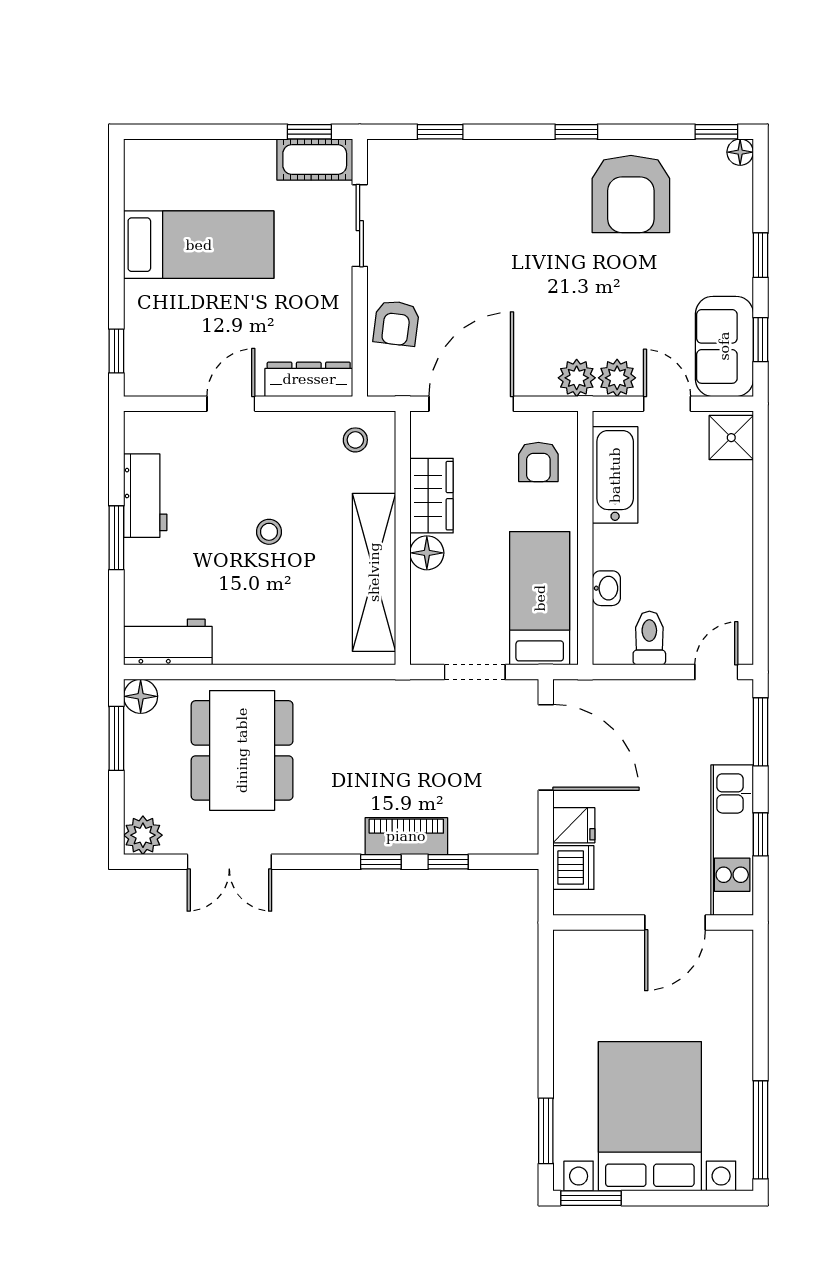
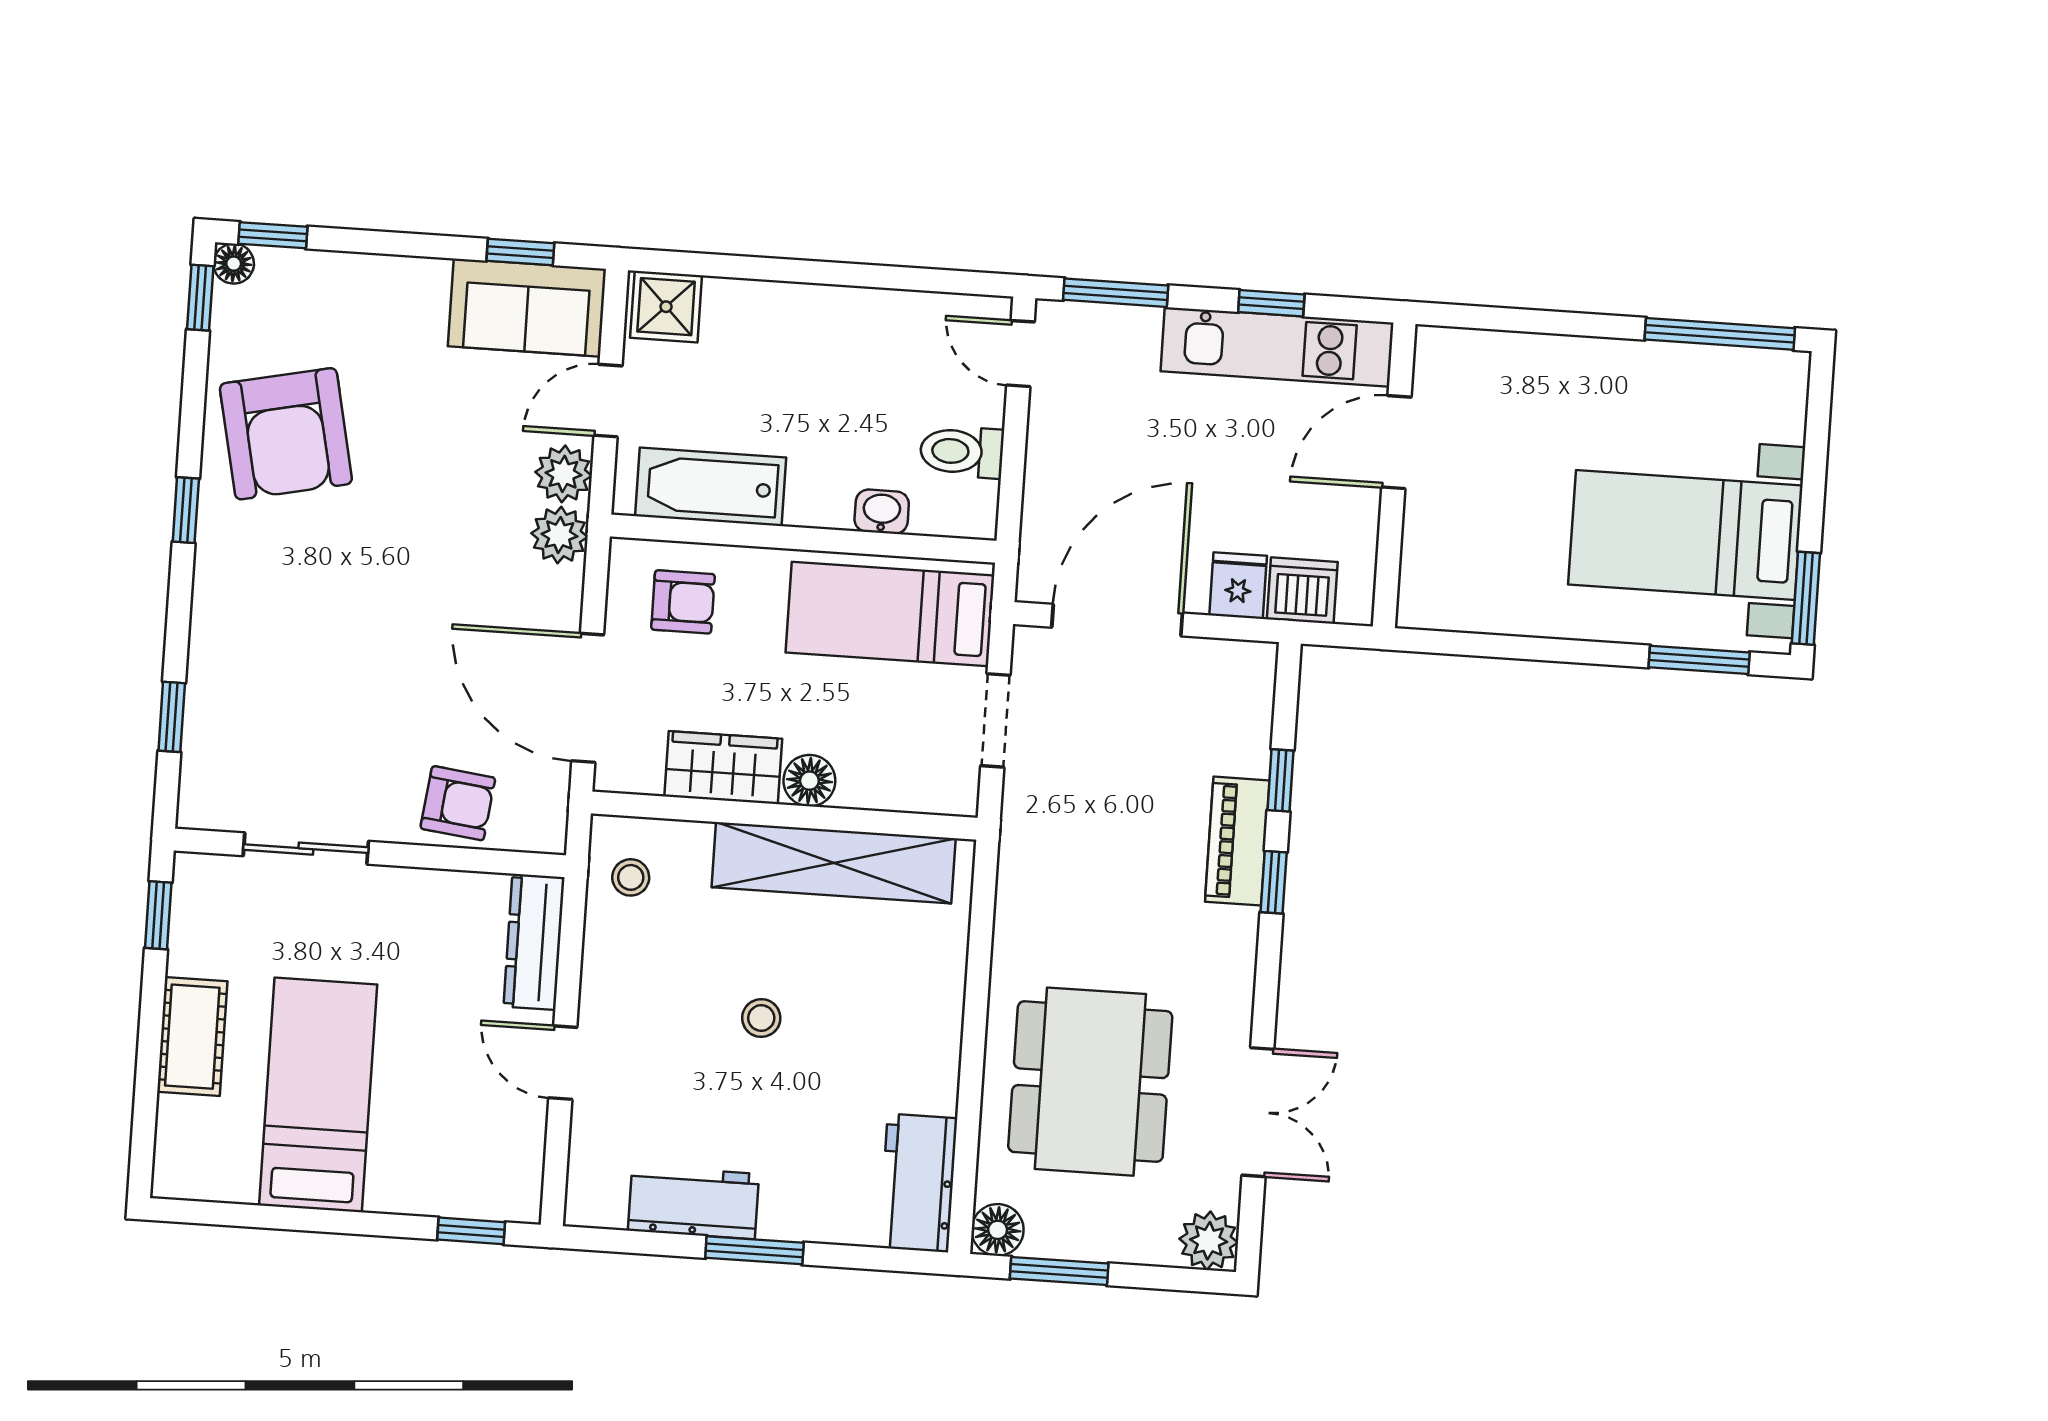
cot: (315, 159) -> (192, 1037), moved
armchair: (631, 194) -> (286, 434), turned 78
window: (761, 255) -> (273, 235), moved
dining table: (242, 750) -> (1090, 1082), turned 90
door: (675, 923) -> (1396, 442), swing flipped
bed with nightstands: (650, 1116) -> (1685, 535), width x0.73

